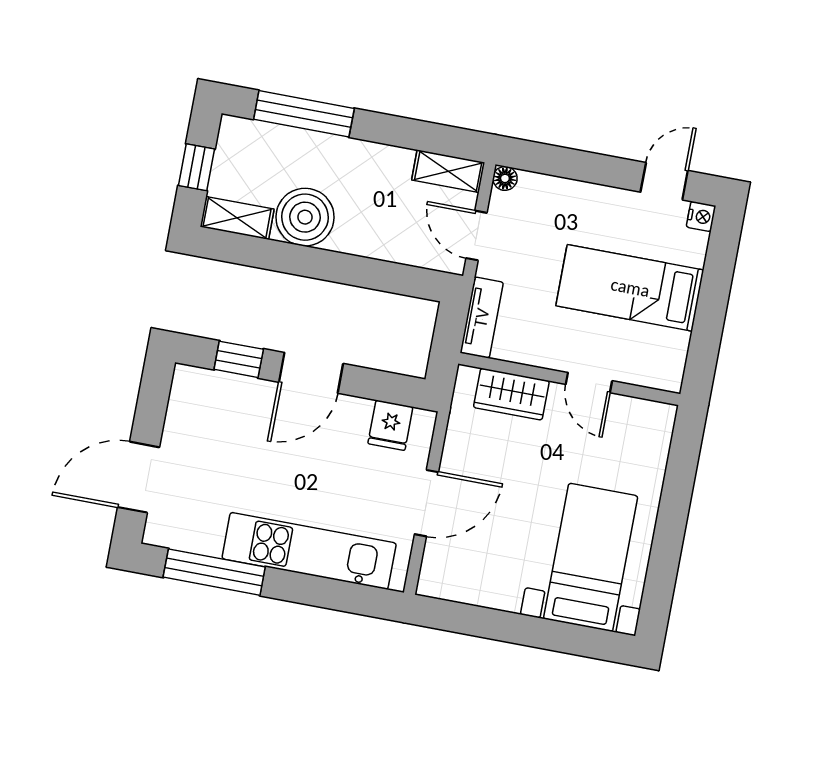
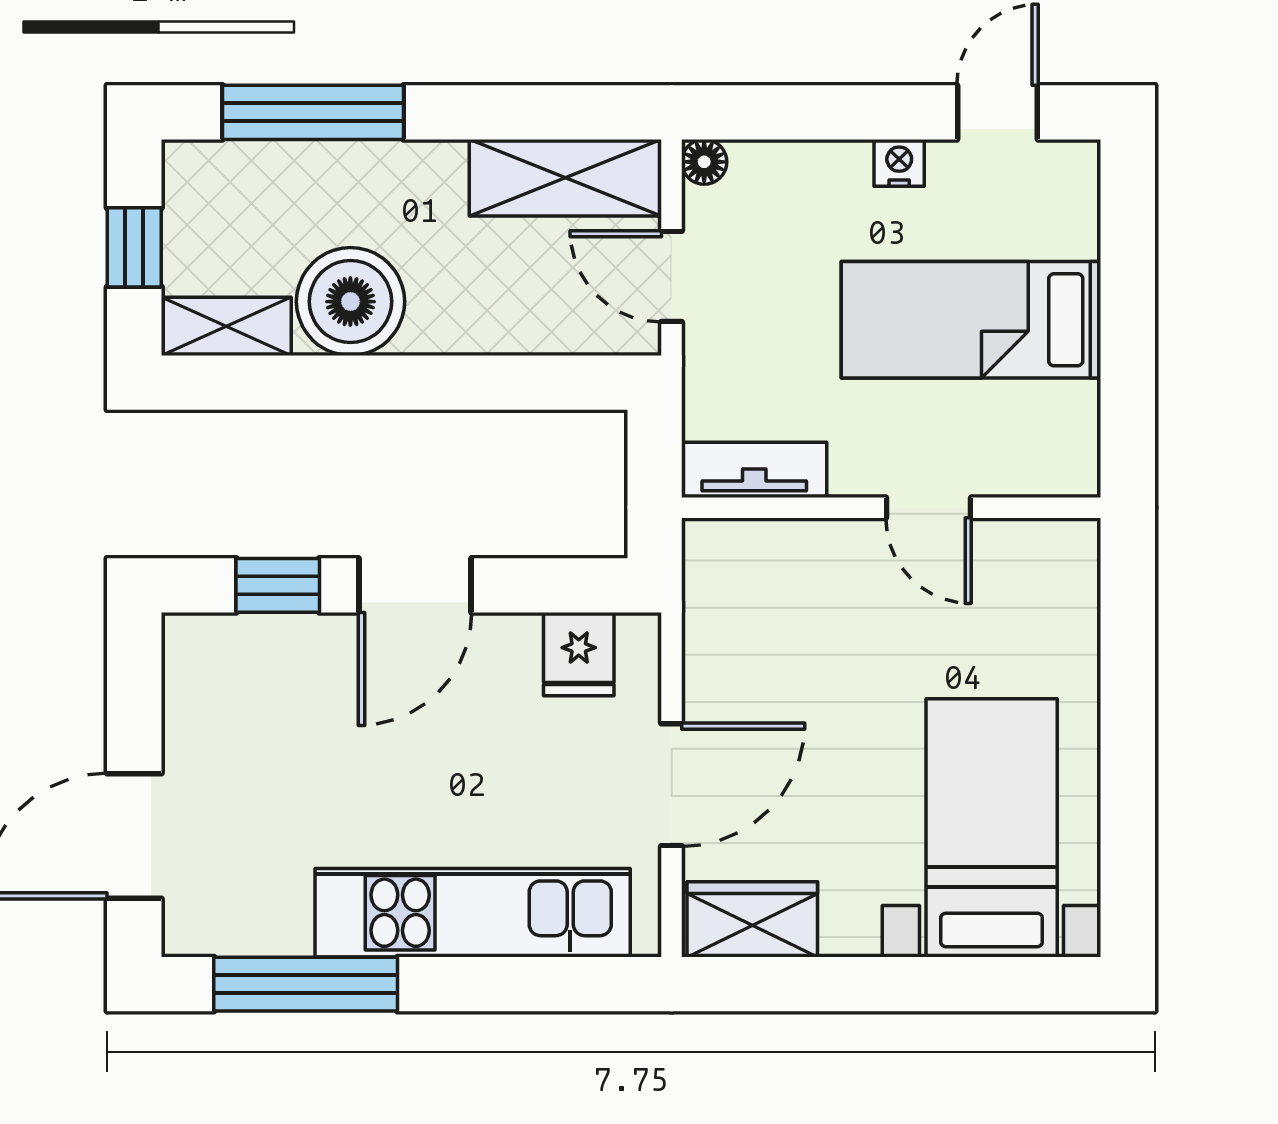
shelving: (448, 171) -> (565, 178), width x1.50, depth x1.33
nightstand: (701, 216) -> (899, 163), moved, turned -90
tv unit: (482, 318) -> (754, 470), moved, turned -90
wardrobe: (511, 394) -> (752, 919), moved, turned 180

